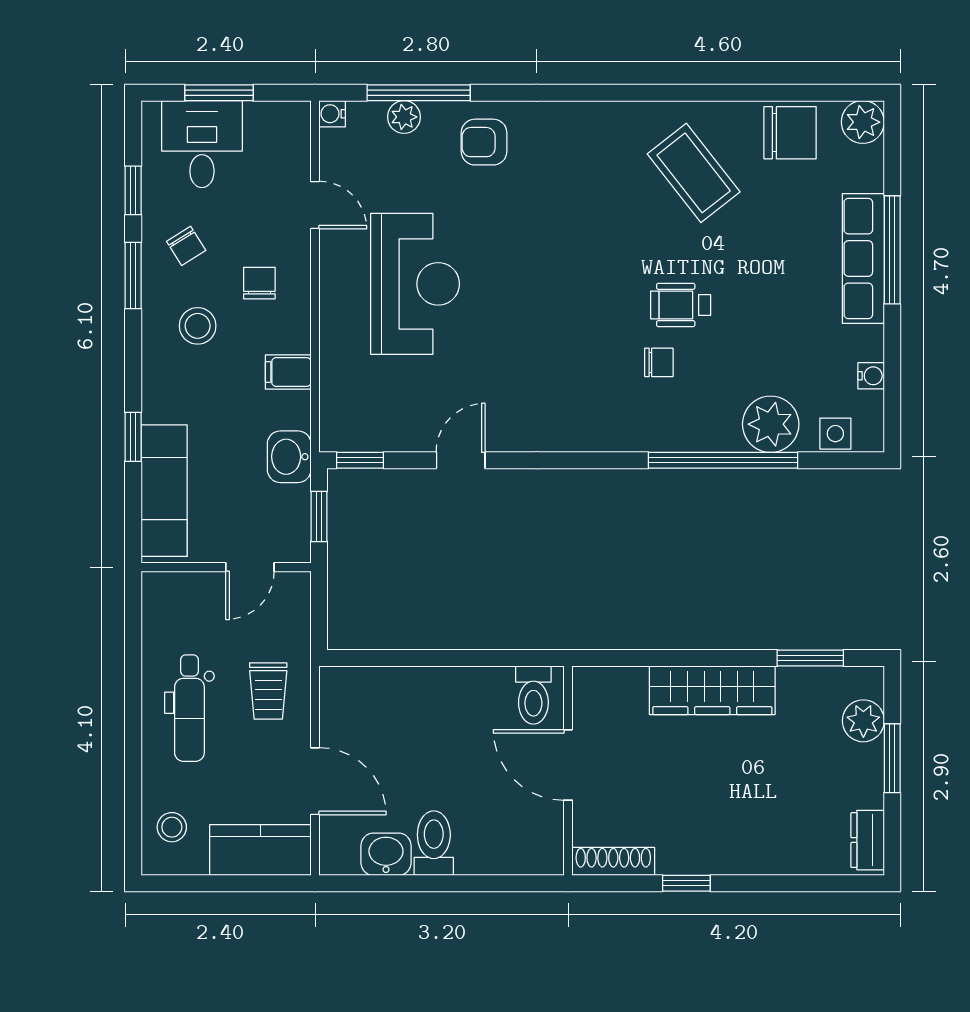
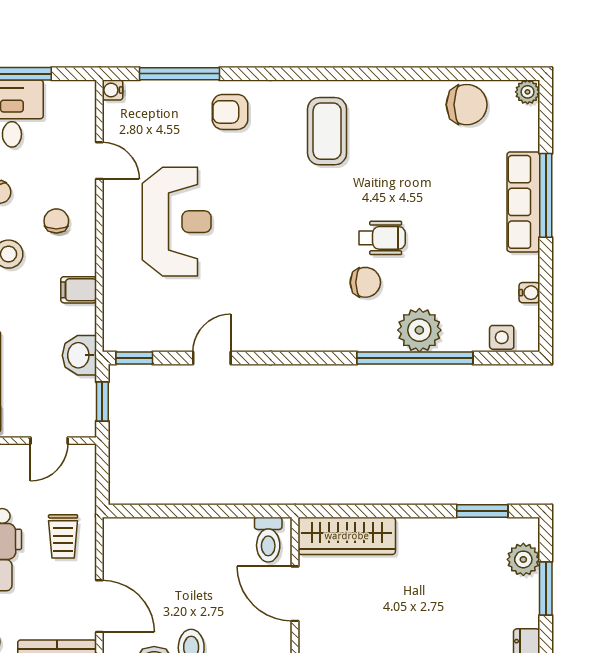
plant: (404, 117) -> (168, 92), removed
plant: (863, 122) -> (528, 92), width x0.73, depth x0.73
coffee table: (694, 173) -> (327, 131), moved, turned 38
wheelchair: (681, 305) -> (382, 238), turned 180
chair: (659, 362) -> (365, 282), width x1.37, depth x1.37
plant: (771, 424) -> (419, 330), moved
wardrobe: (712, 690) -> (347, 536), moved

